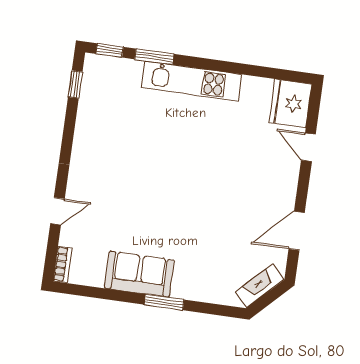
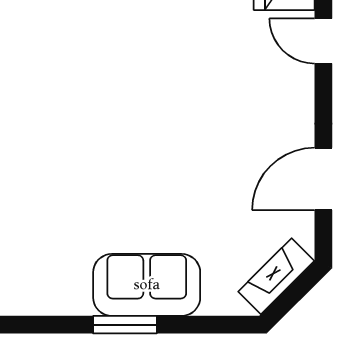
sofa: (139, 274) -> (147, 285), moved

